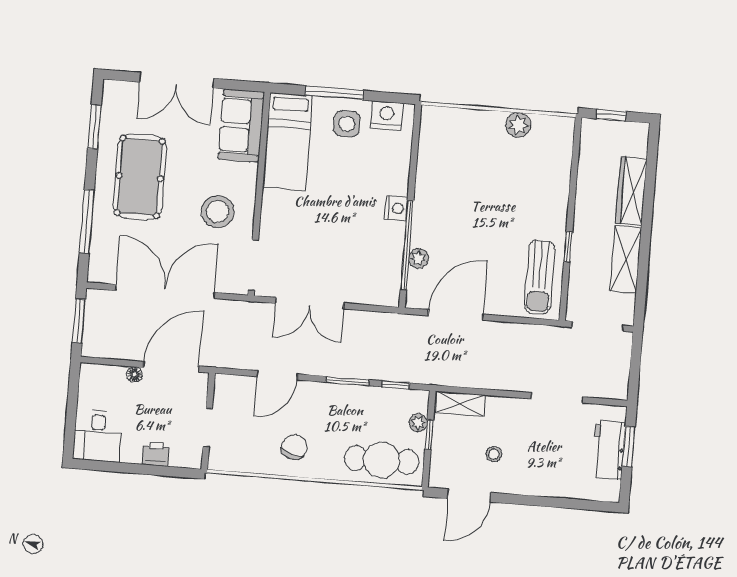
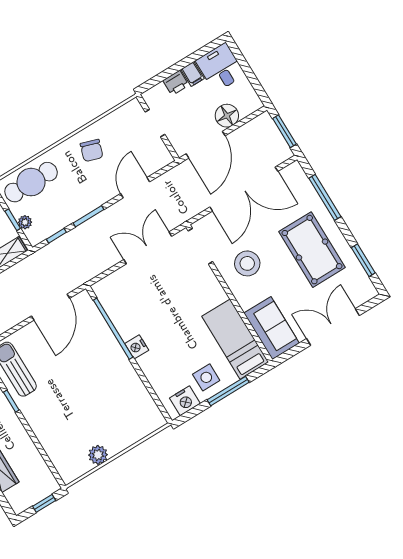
plant: (418, 258) -> (100, 325), removed
floor lamp: (134, 375) -> (227, 116), width x1.89, depth x1.89
filing cabinet: (131, 450) -> (193, 74), added

